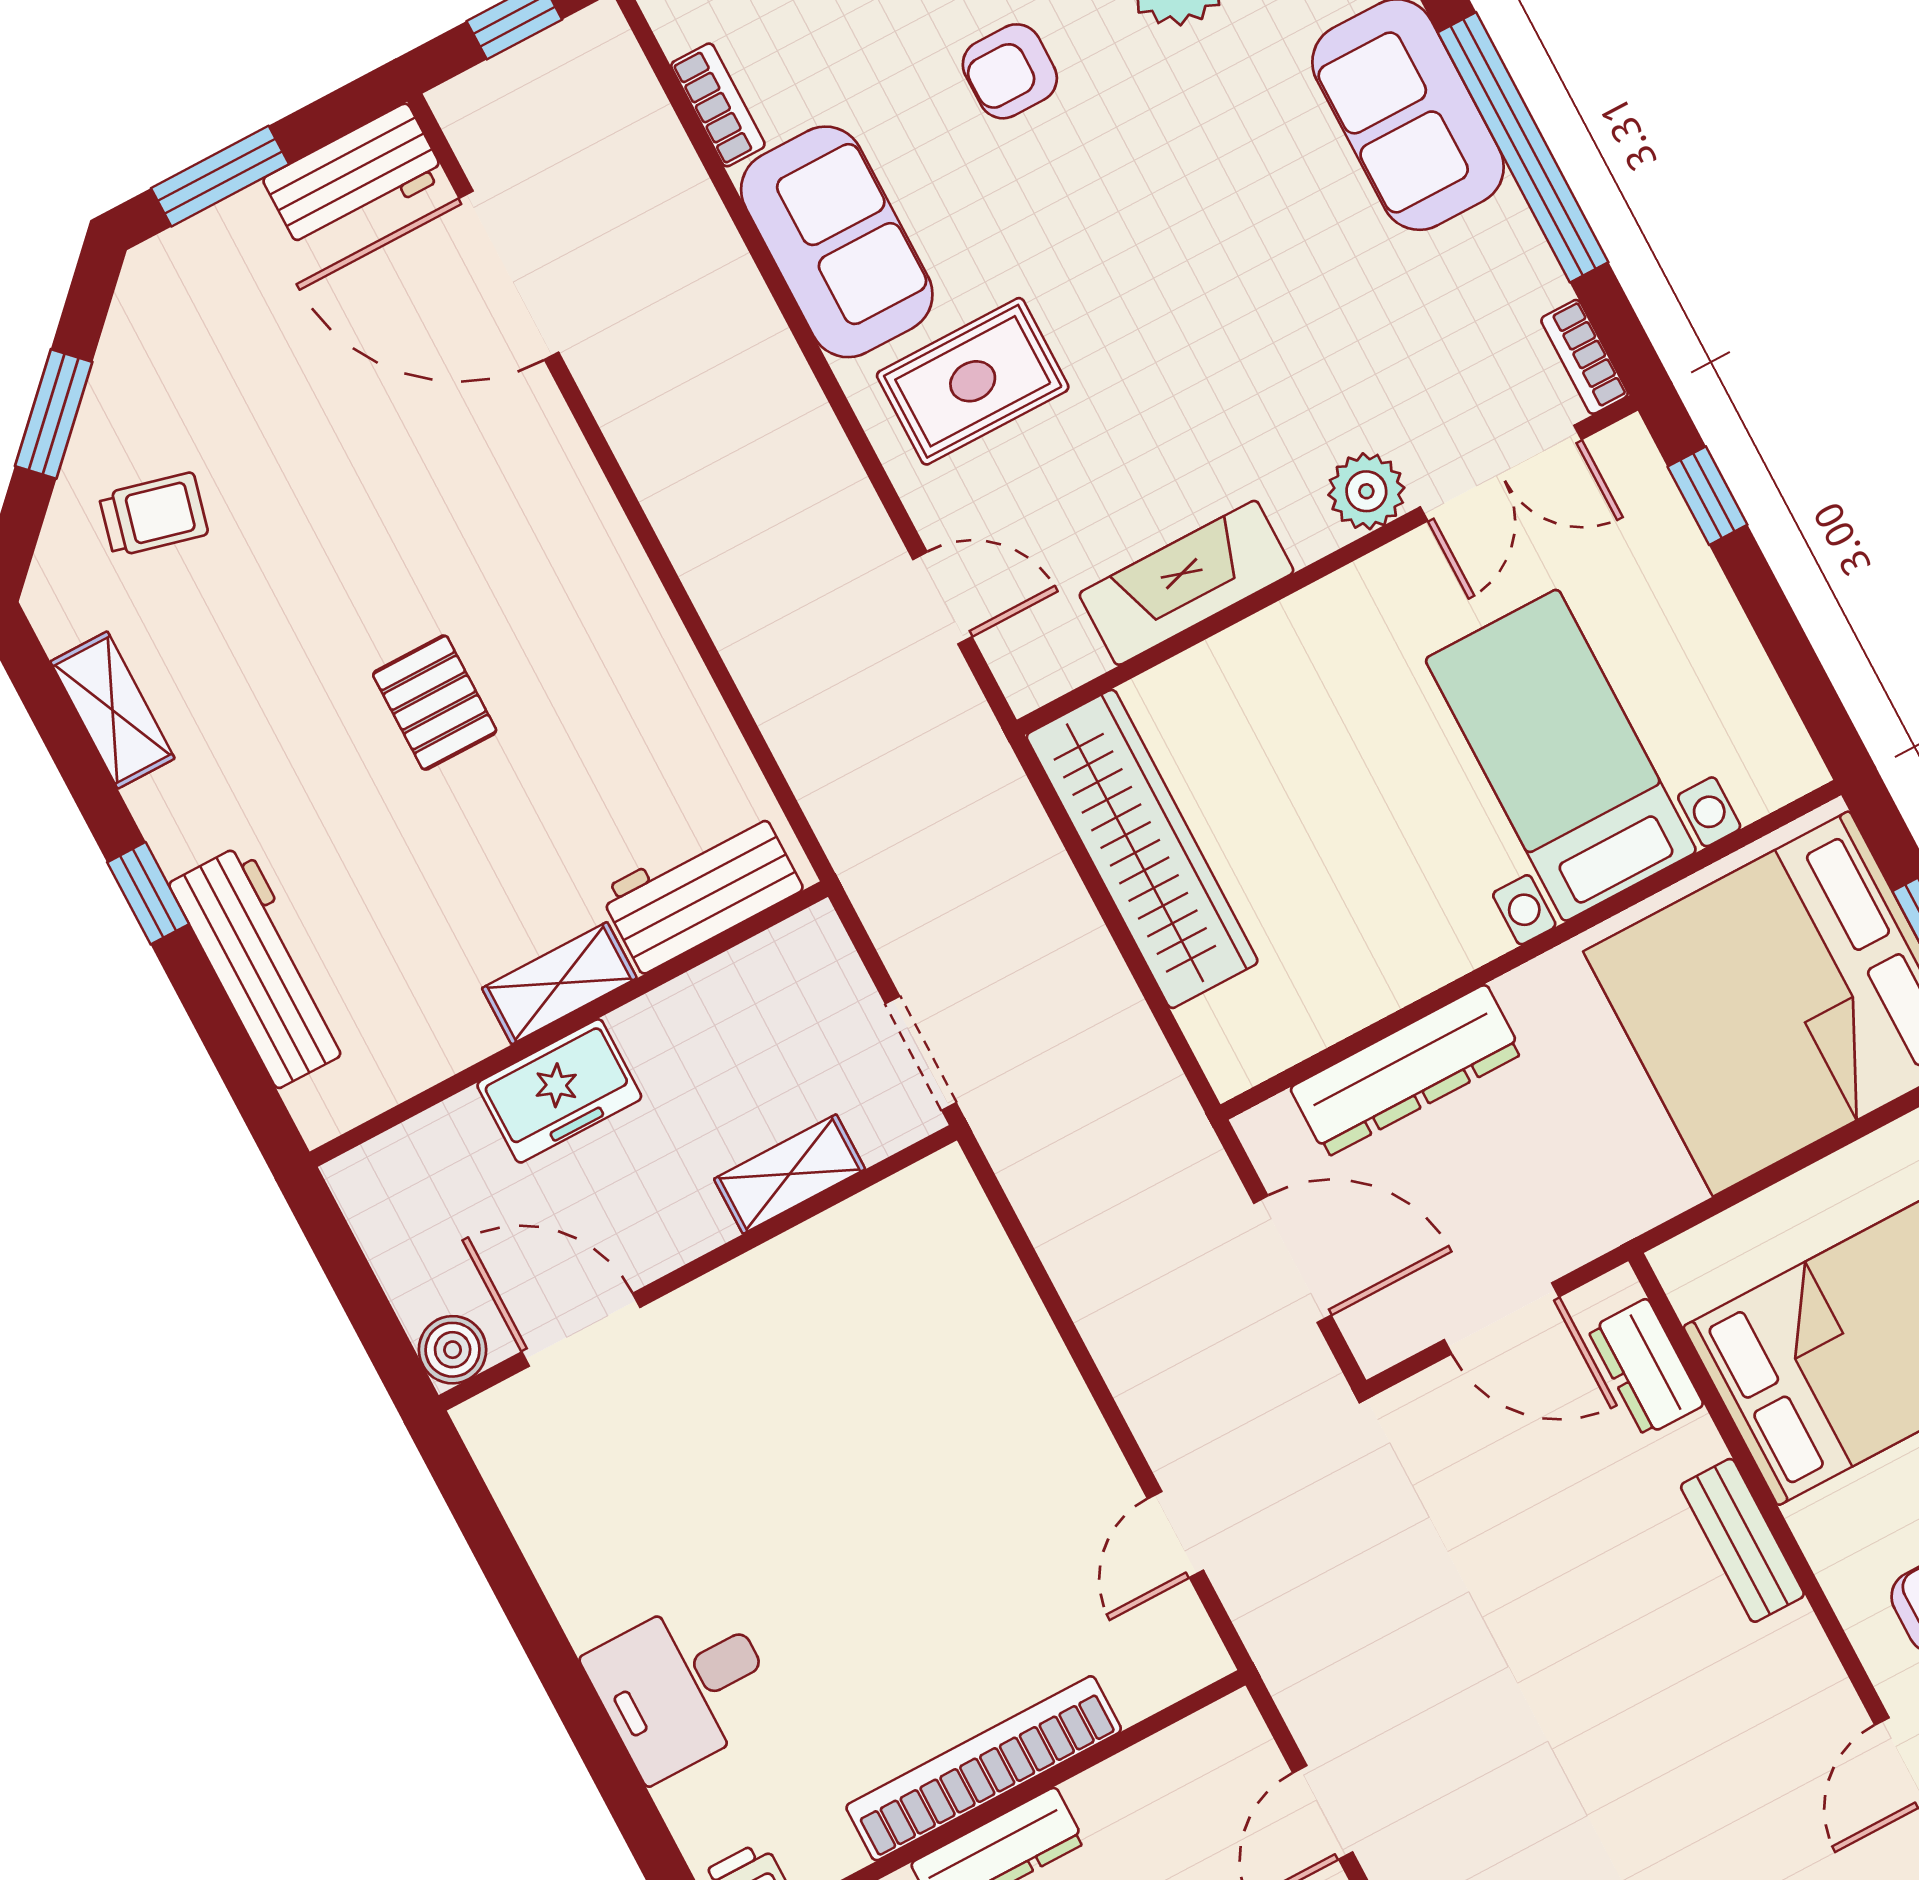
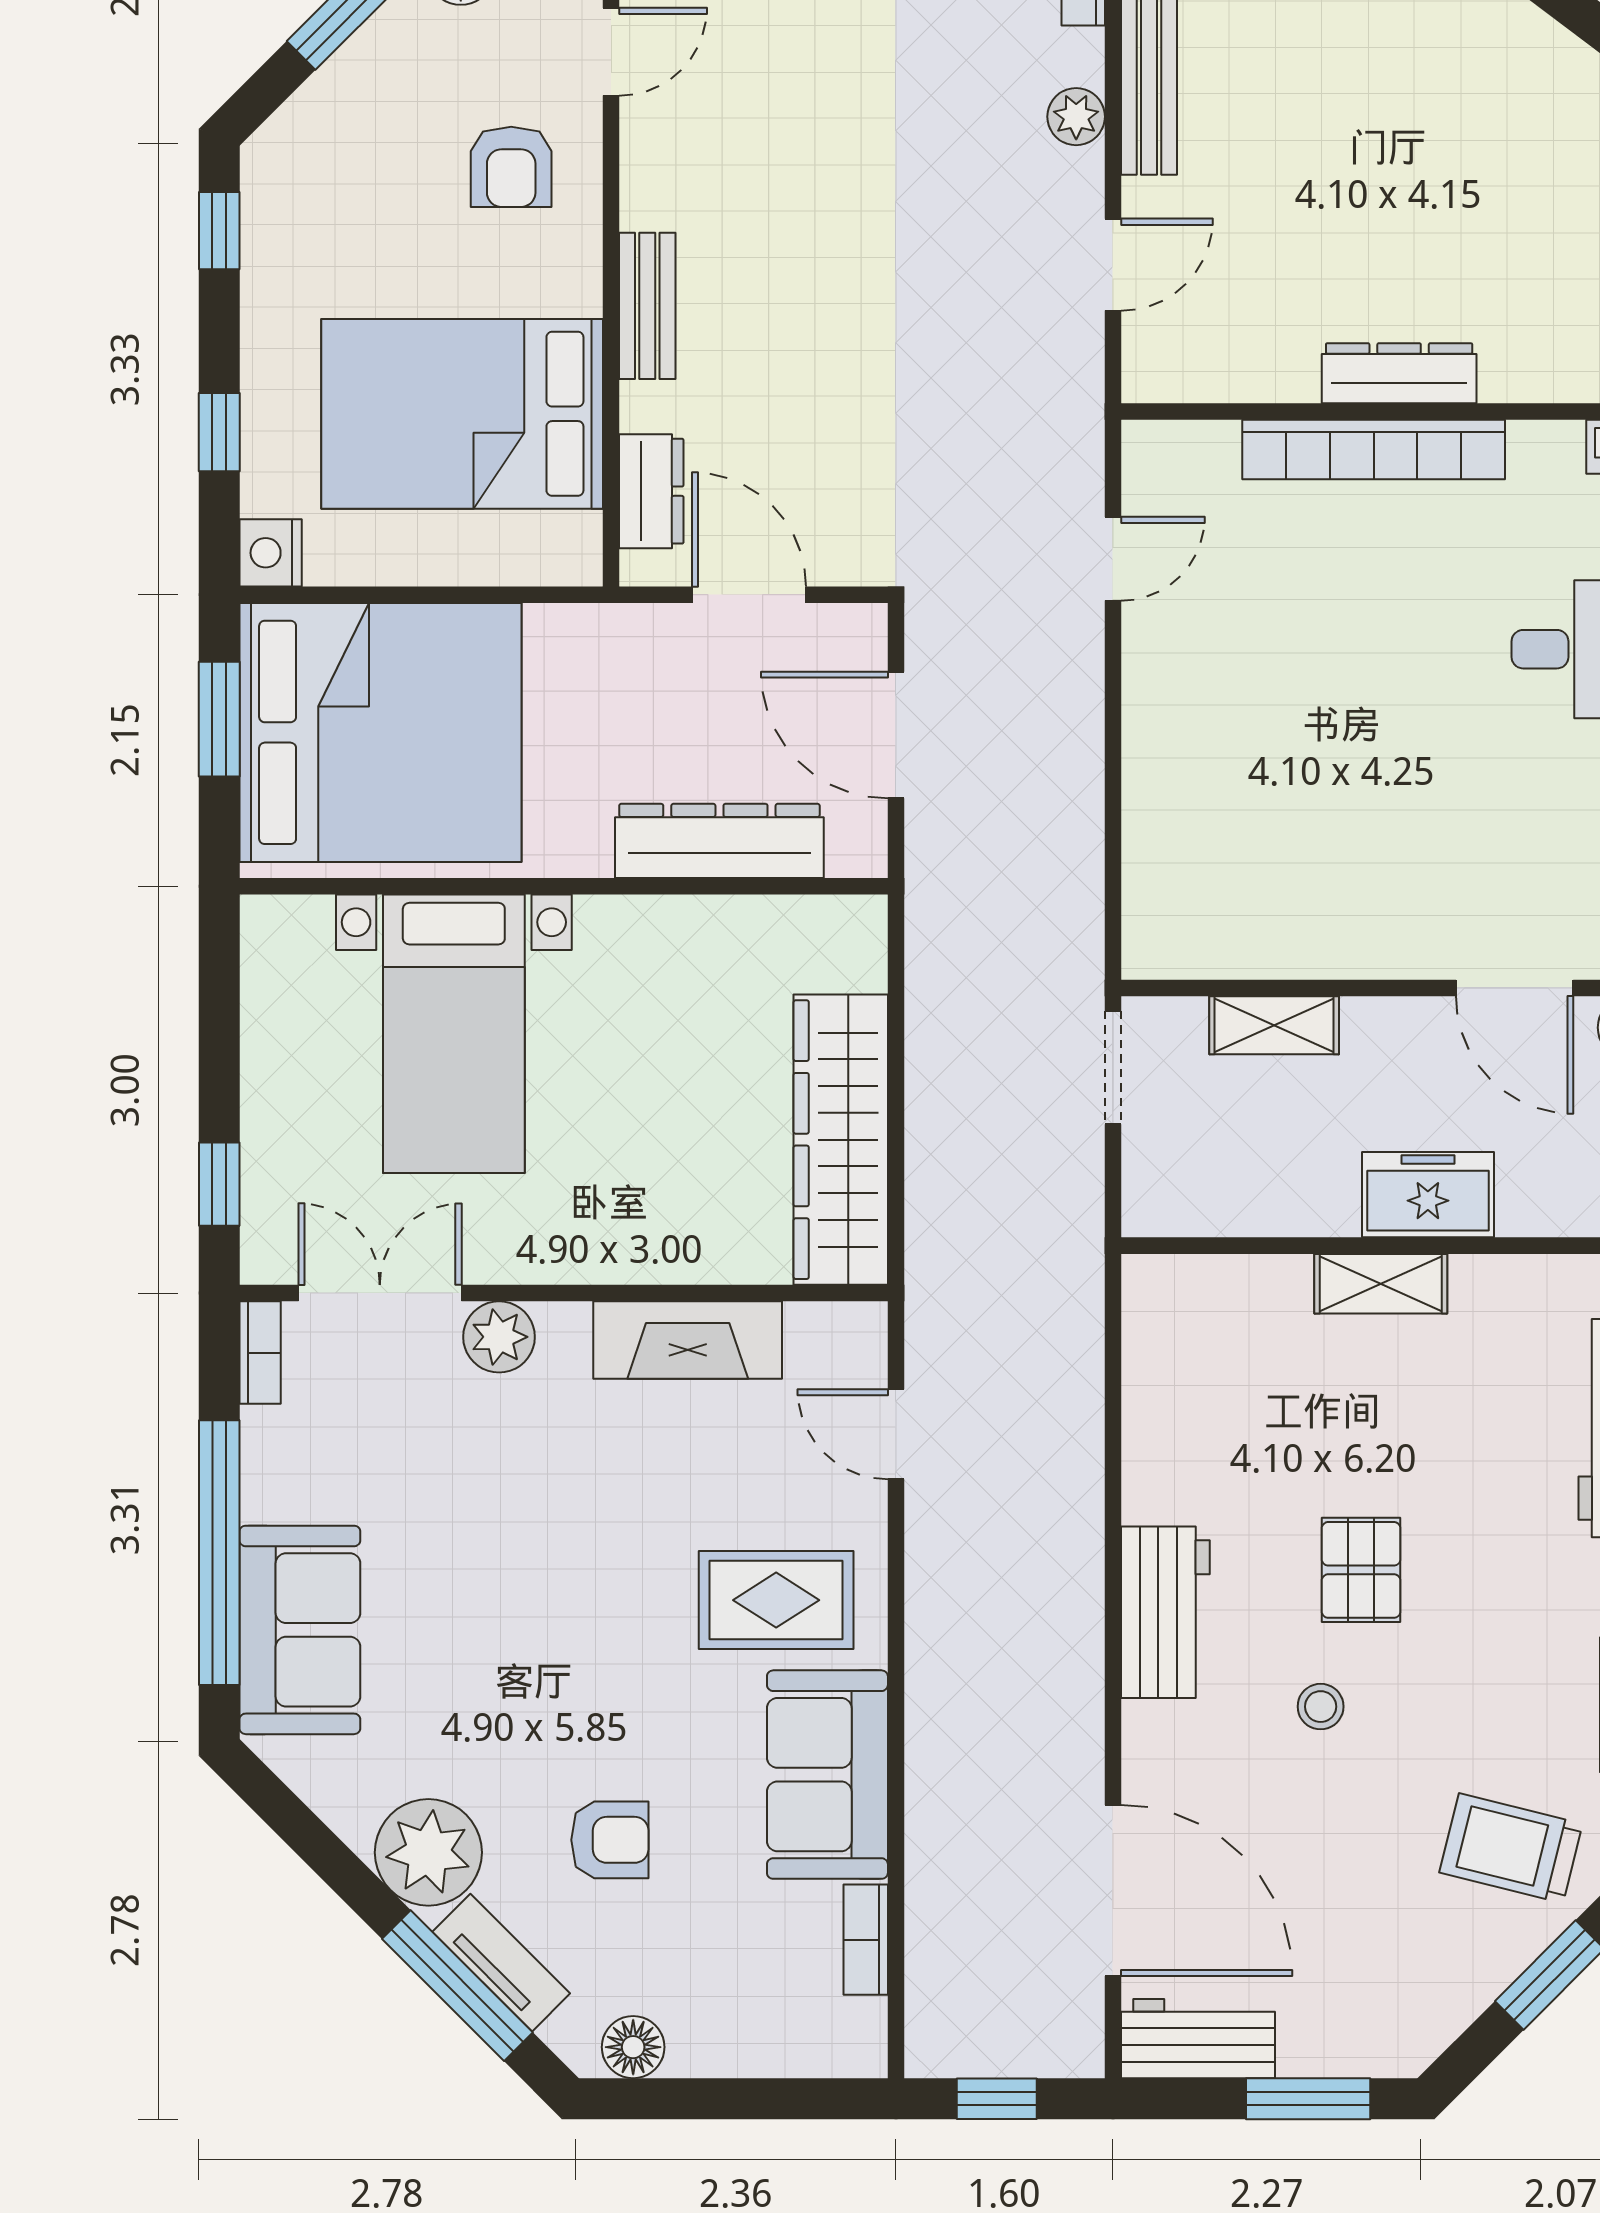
trolley: (154, 515) -> (1511, 1848), width x1.36, depth x1.39
stool: (405, 553) -> (1321, 1707), added
workbench: (701, 891) -> (1165, 1612), moved, turned -90

